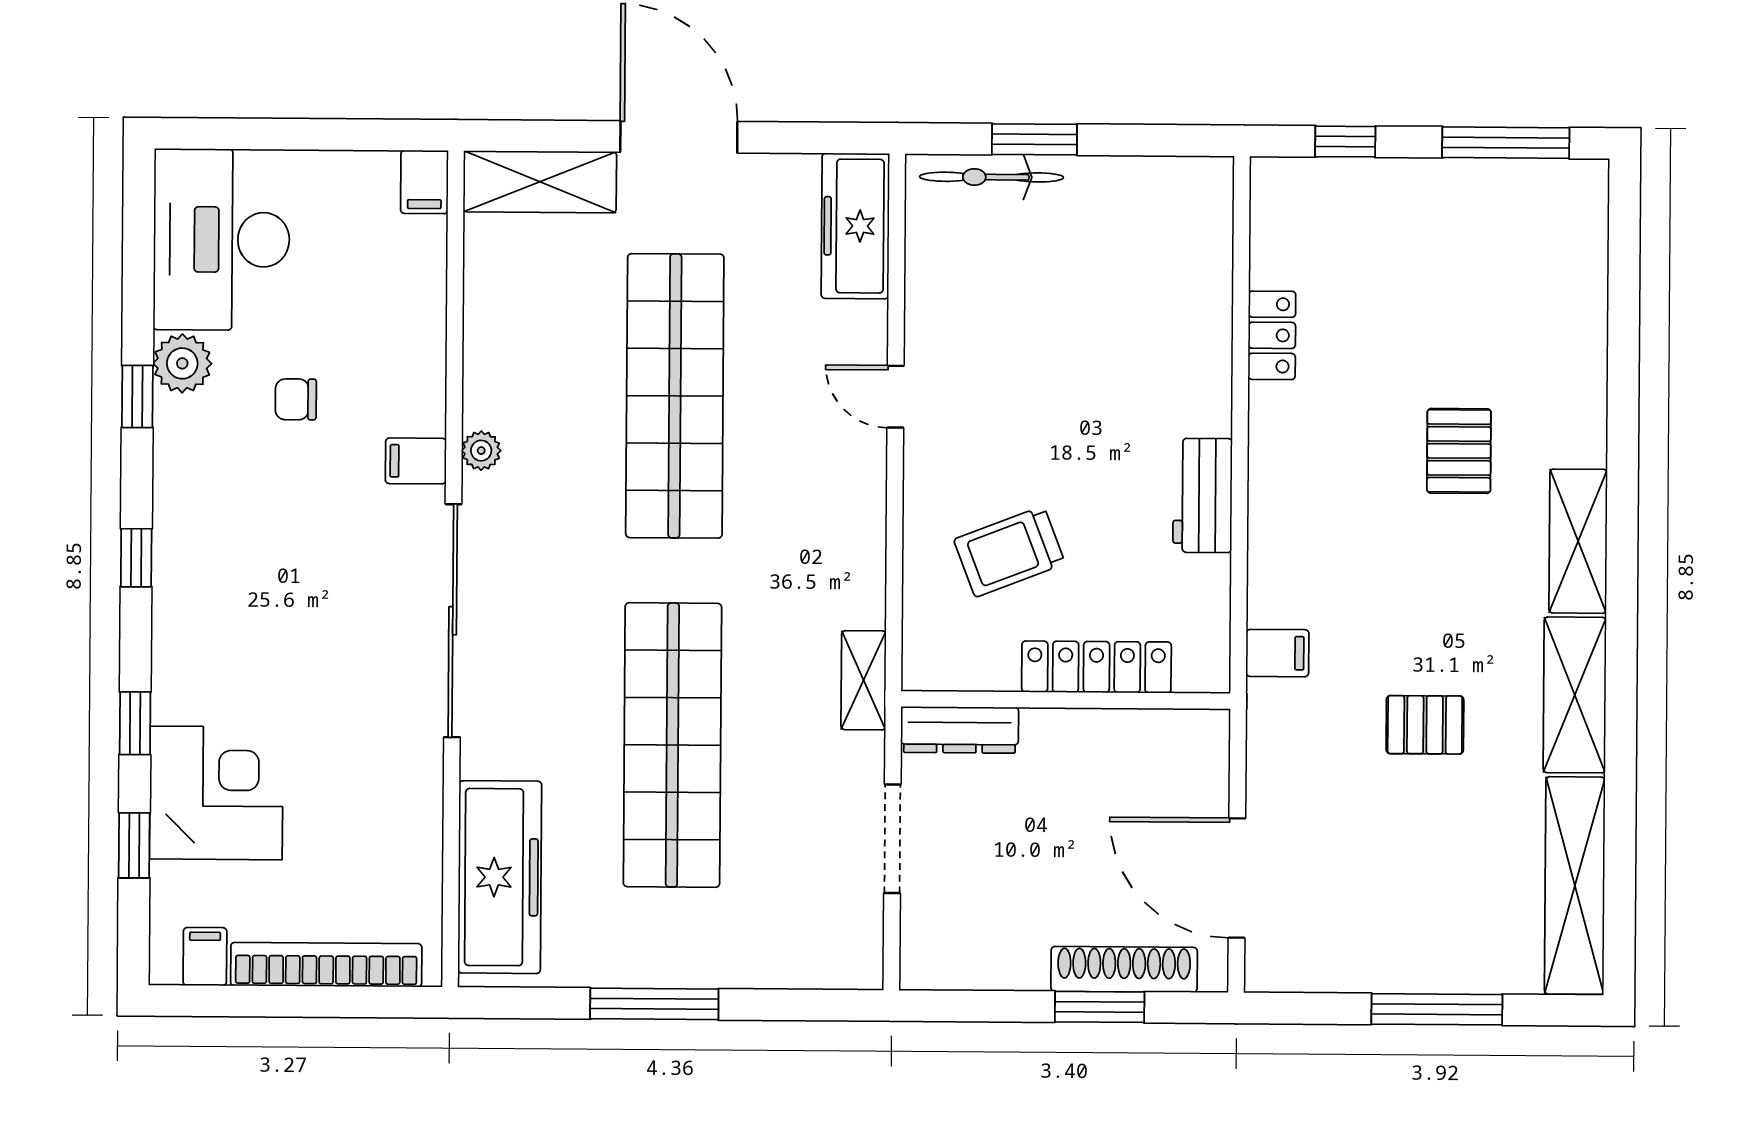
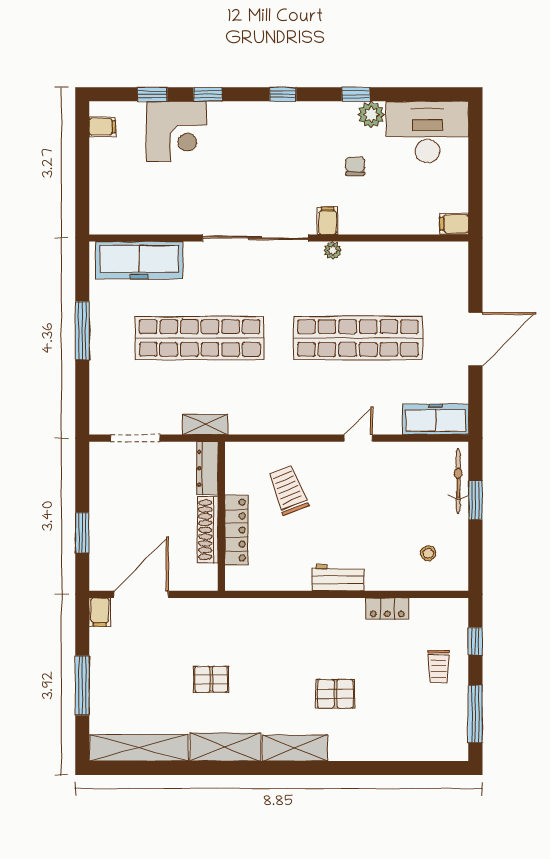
shelving: (540, 182) -> (455, 276), removed
trolley: (1401, 223) -> (439, 667), added
stool: (1151, 244) -> (428, 553), added
workbench: (1203, 495) -> (338, 578), moved
filing cabinet: (1277, 653) -> (100, 612), moved
shelving: (864, 680) -> (205, 425), moved
pallet: (1425, 725) -> (211, 679), turned 90
doorway: (892, 839) -> (135, 438), moved
bookcase: (326, 965) -> (99, 182), removed
shoe rack: (1124, 969) -> (208, 530), moved, turned 180

